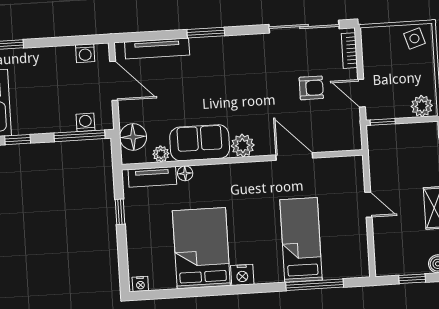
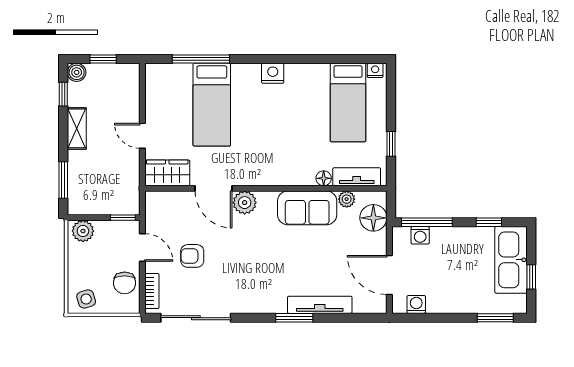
tv unit: (157, 48) -> (320, 305), moved
chair: (377, 57) -> (125, 283), added
plant: (243, 146) -> (245, 203), moved
wardrobe: (341, 169) -> (167, 173), added
bed: (201, 248) -> (348, 103), moved, width x0.67

